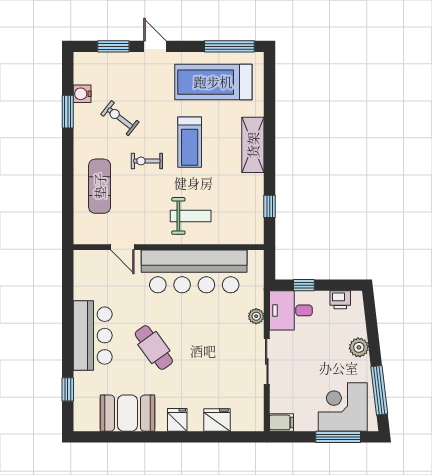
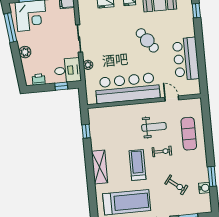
exercise bike: (120, 118) -> (176, 185), moved
weight bench: (191, 216) -> (154, 127), moved, turned 180
bar counter: (93, 336) -> (186, 59), moved

